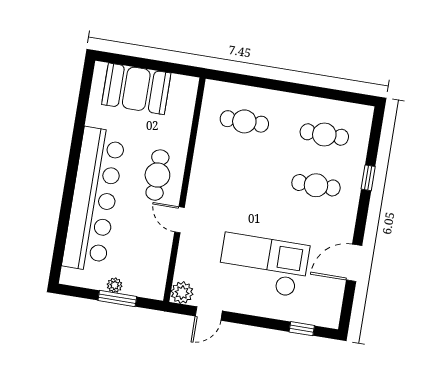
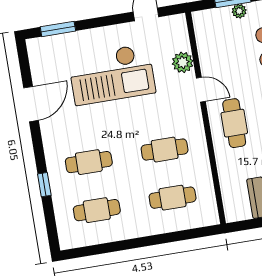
cafe table: (236, 172) -> (165, 150), added
plant: (182, 293) -> (183, 62), moved
window: (302, 329) -> (58, 29), width x1.50

